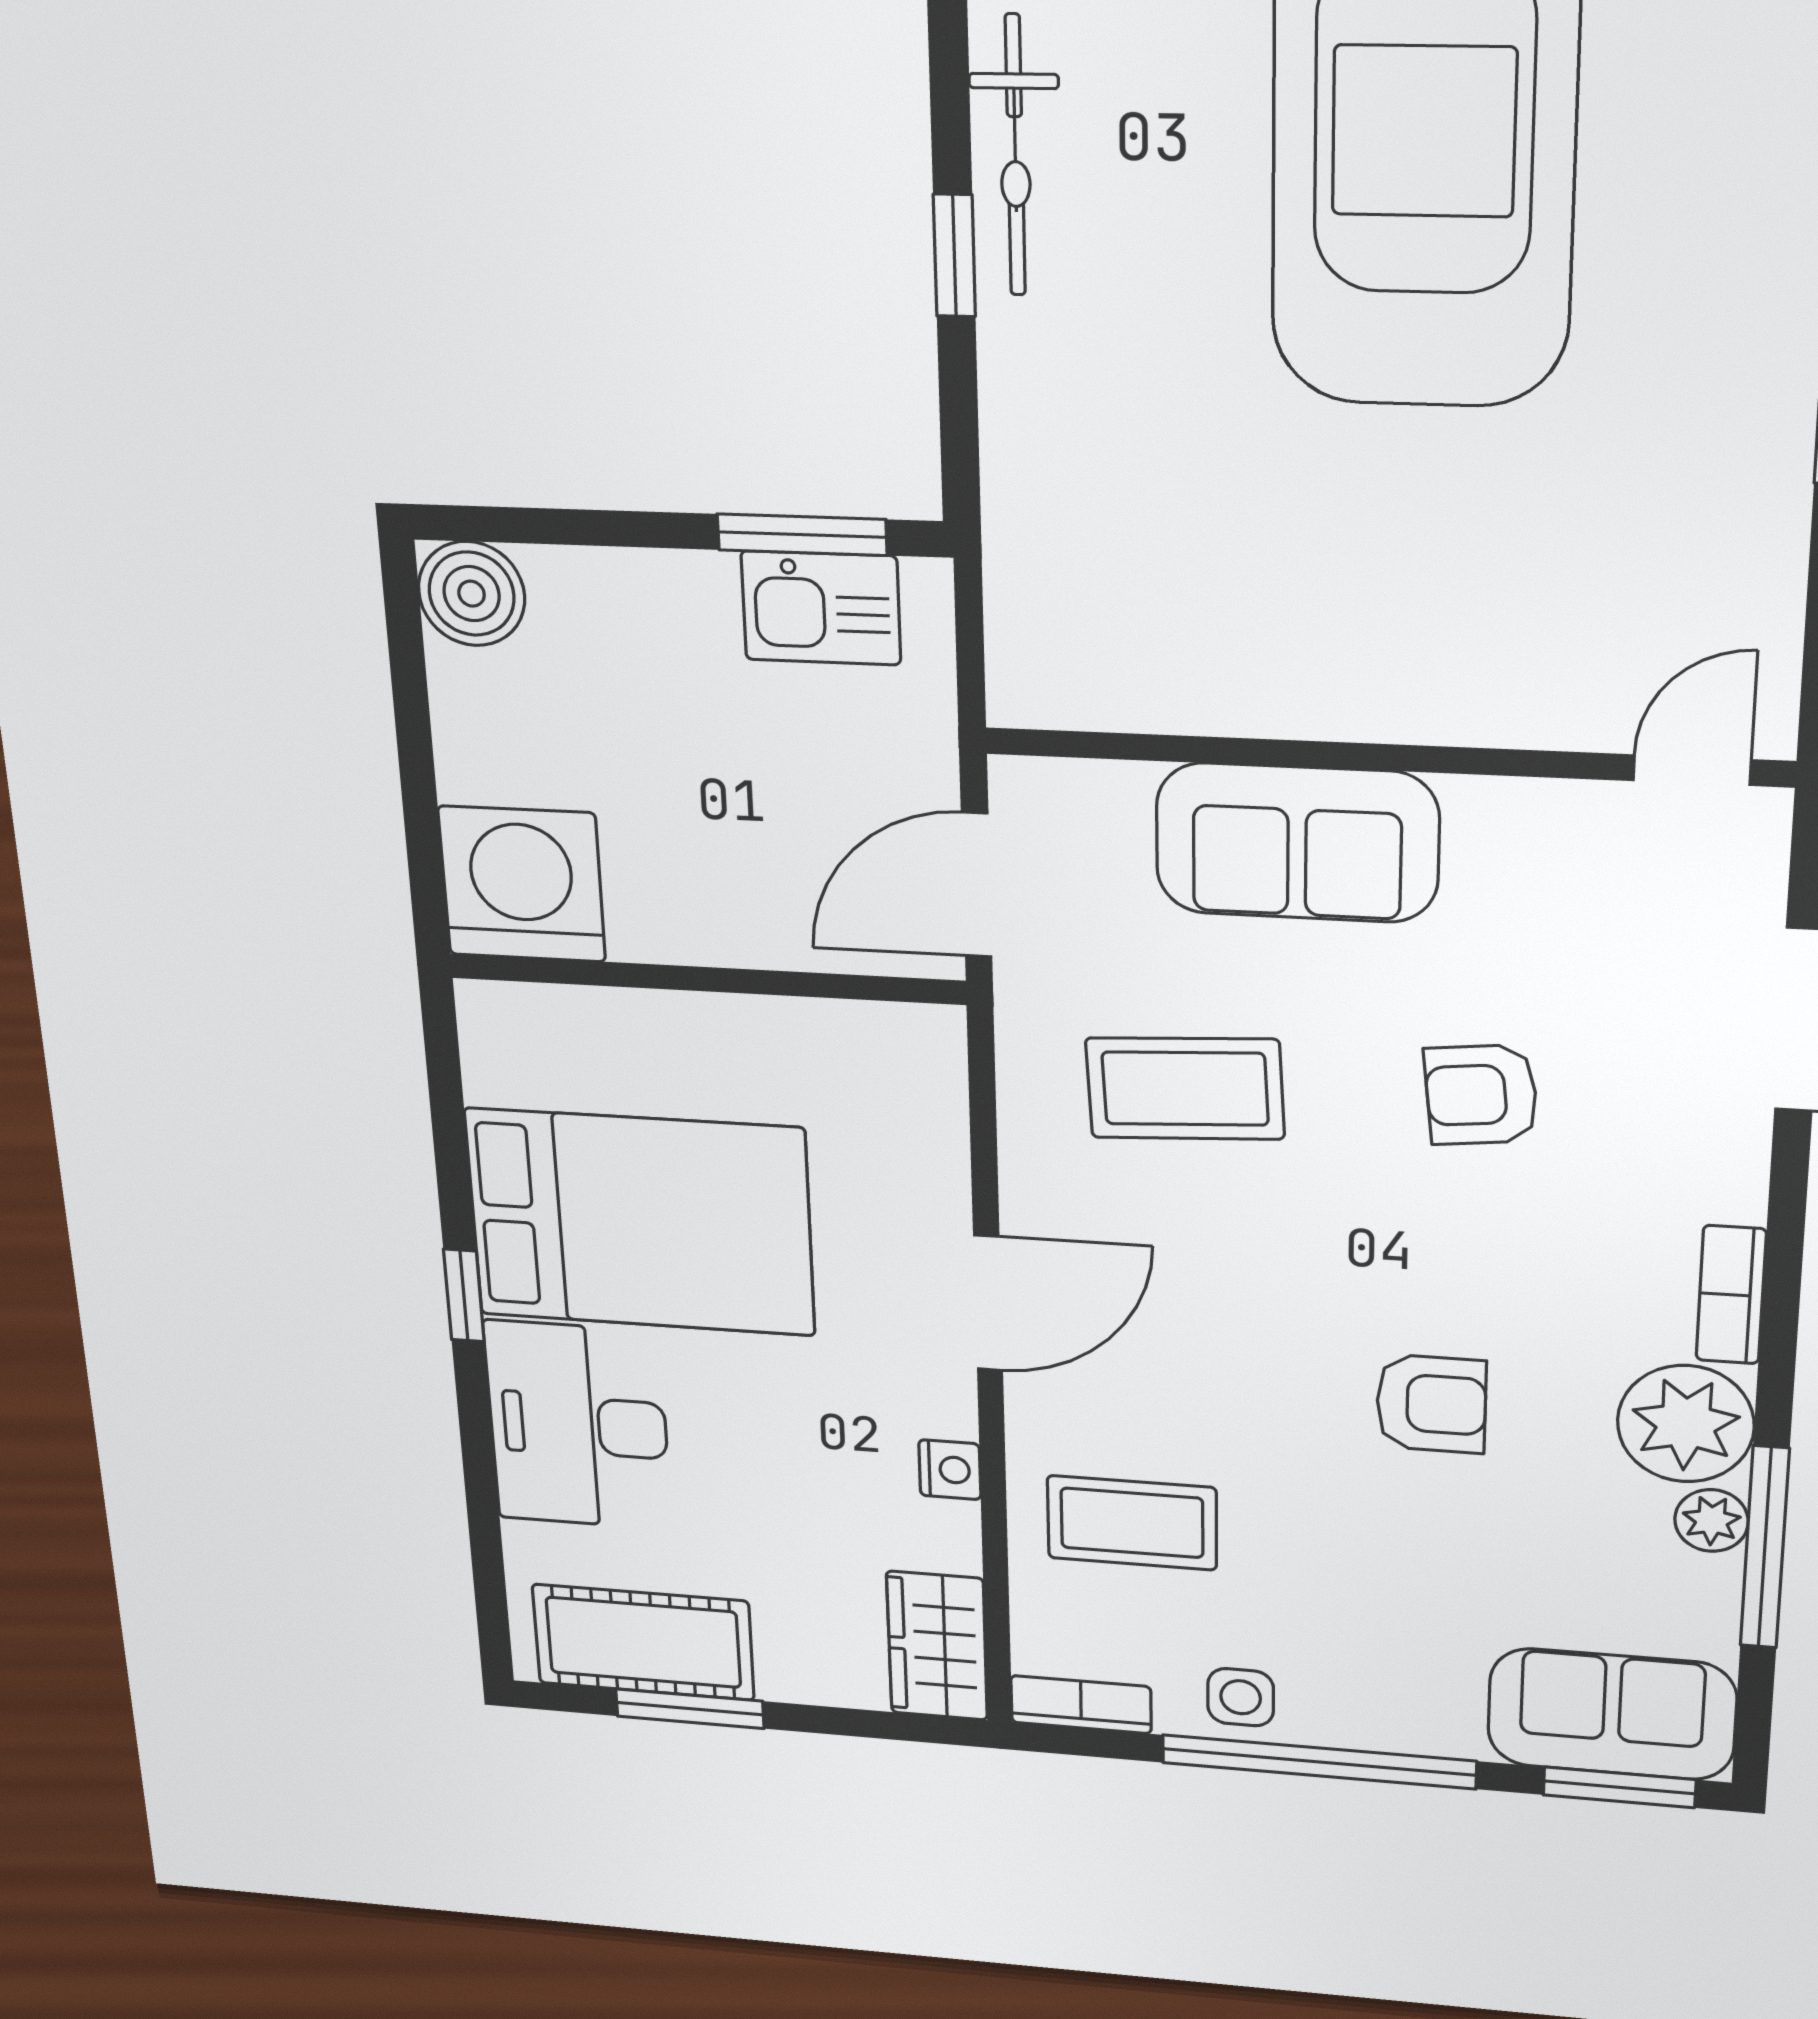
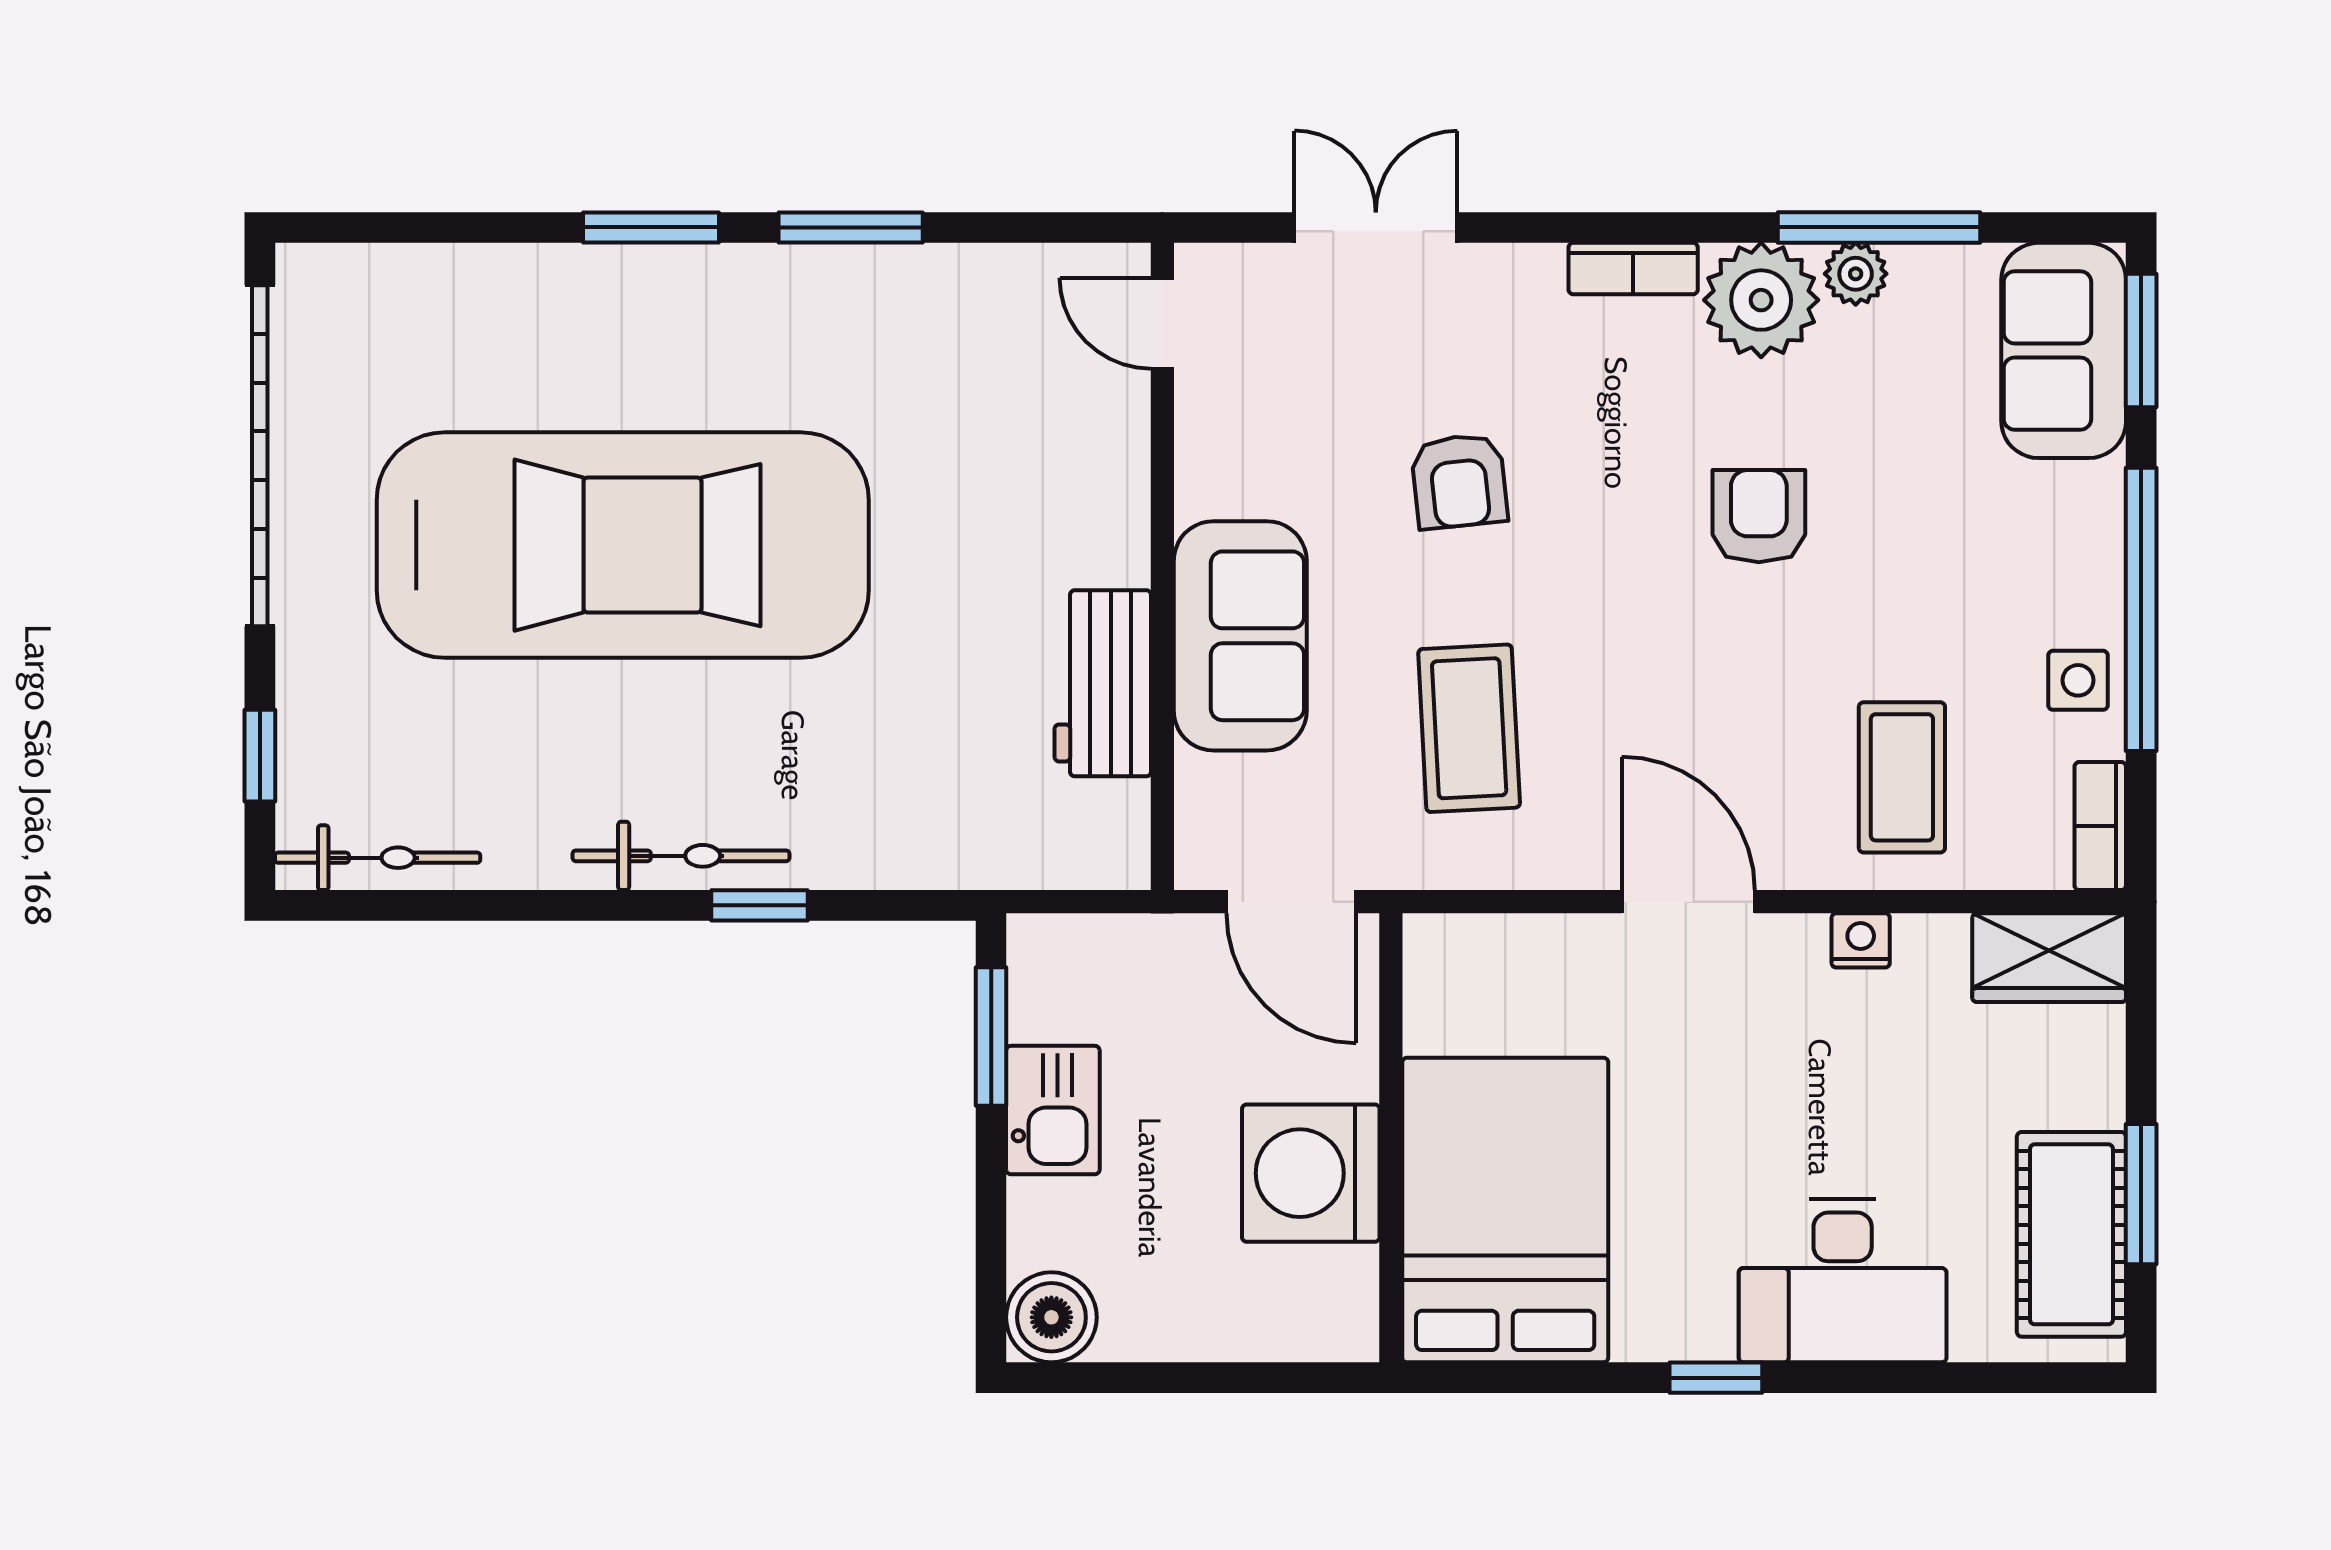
kitchen sink: (821, 608) -> (1053, 1110), moved
workbench: (1239, 682) -> (1103, 683), added
washing machine: (522, 884) -> (1311, 1173), moved
bed: (640, 1222) -> (1505, 1210), moved

